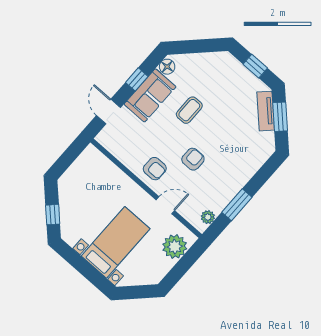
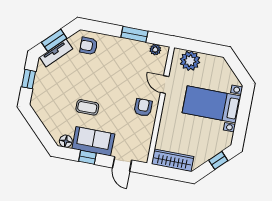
door: (108, 112) -> (122, 164), hinge flipped
armchair: (193, 159) -> (89, 46), moved
wardrobe: (81, 167) -> (173, 160), added

